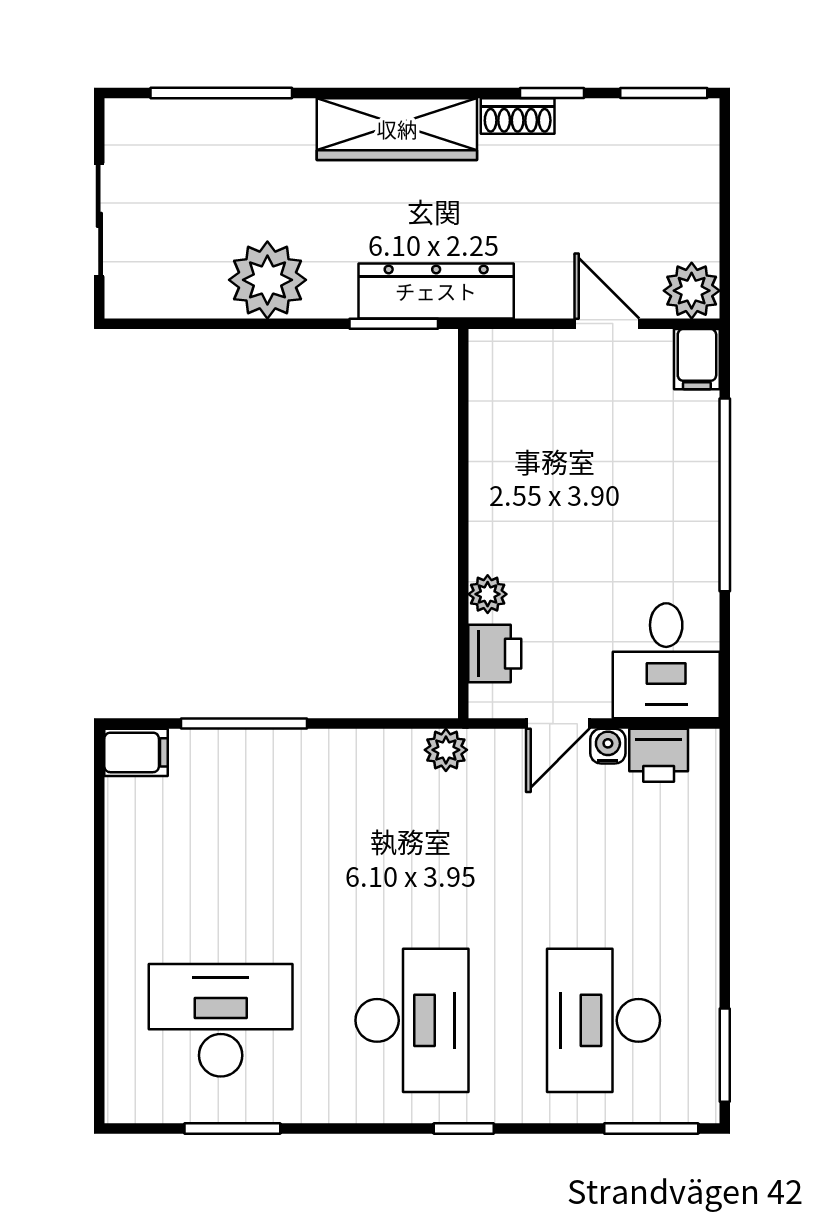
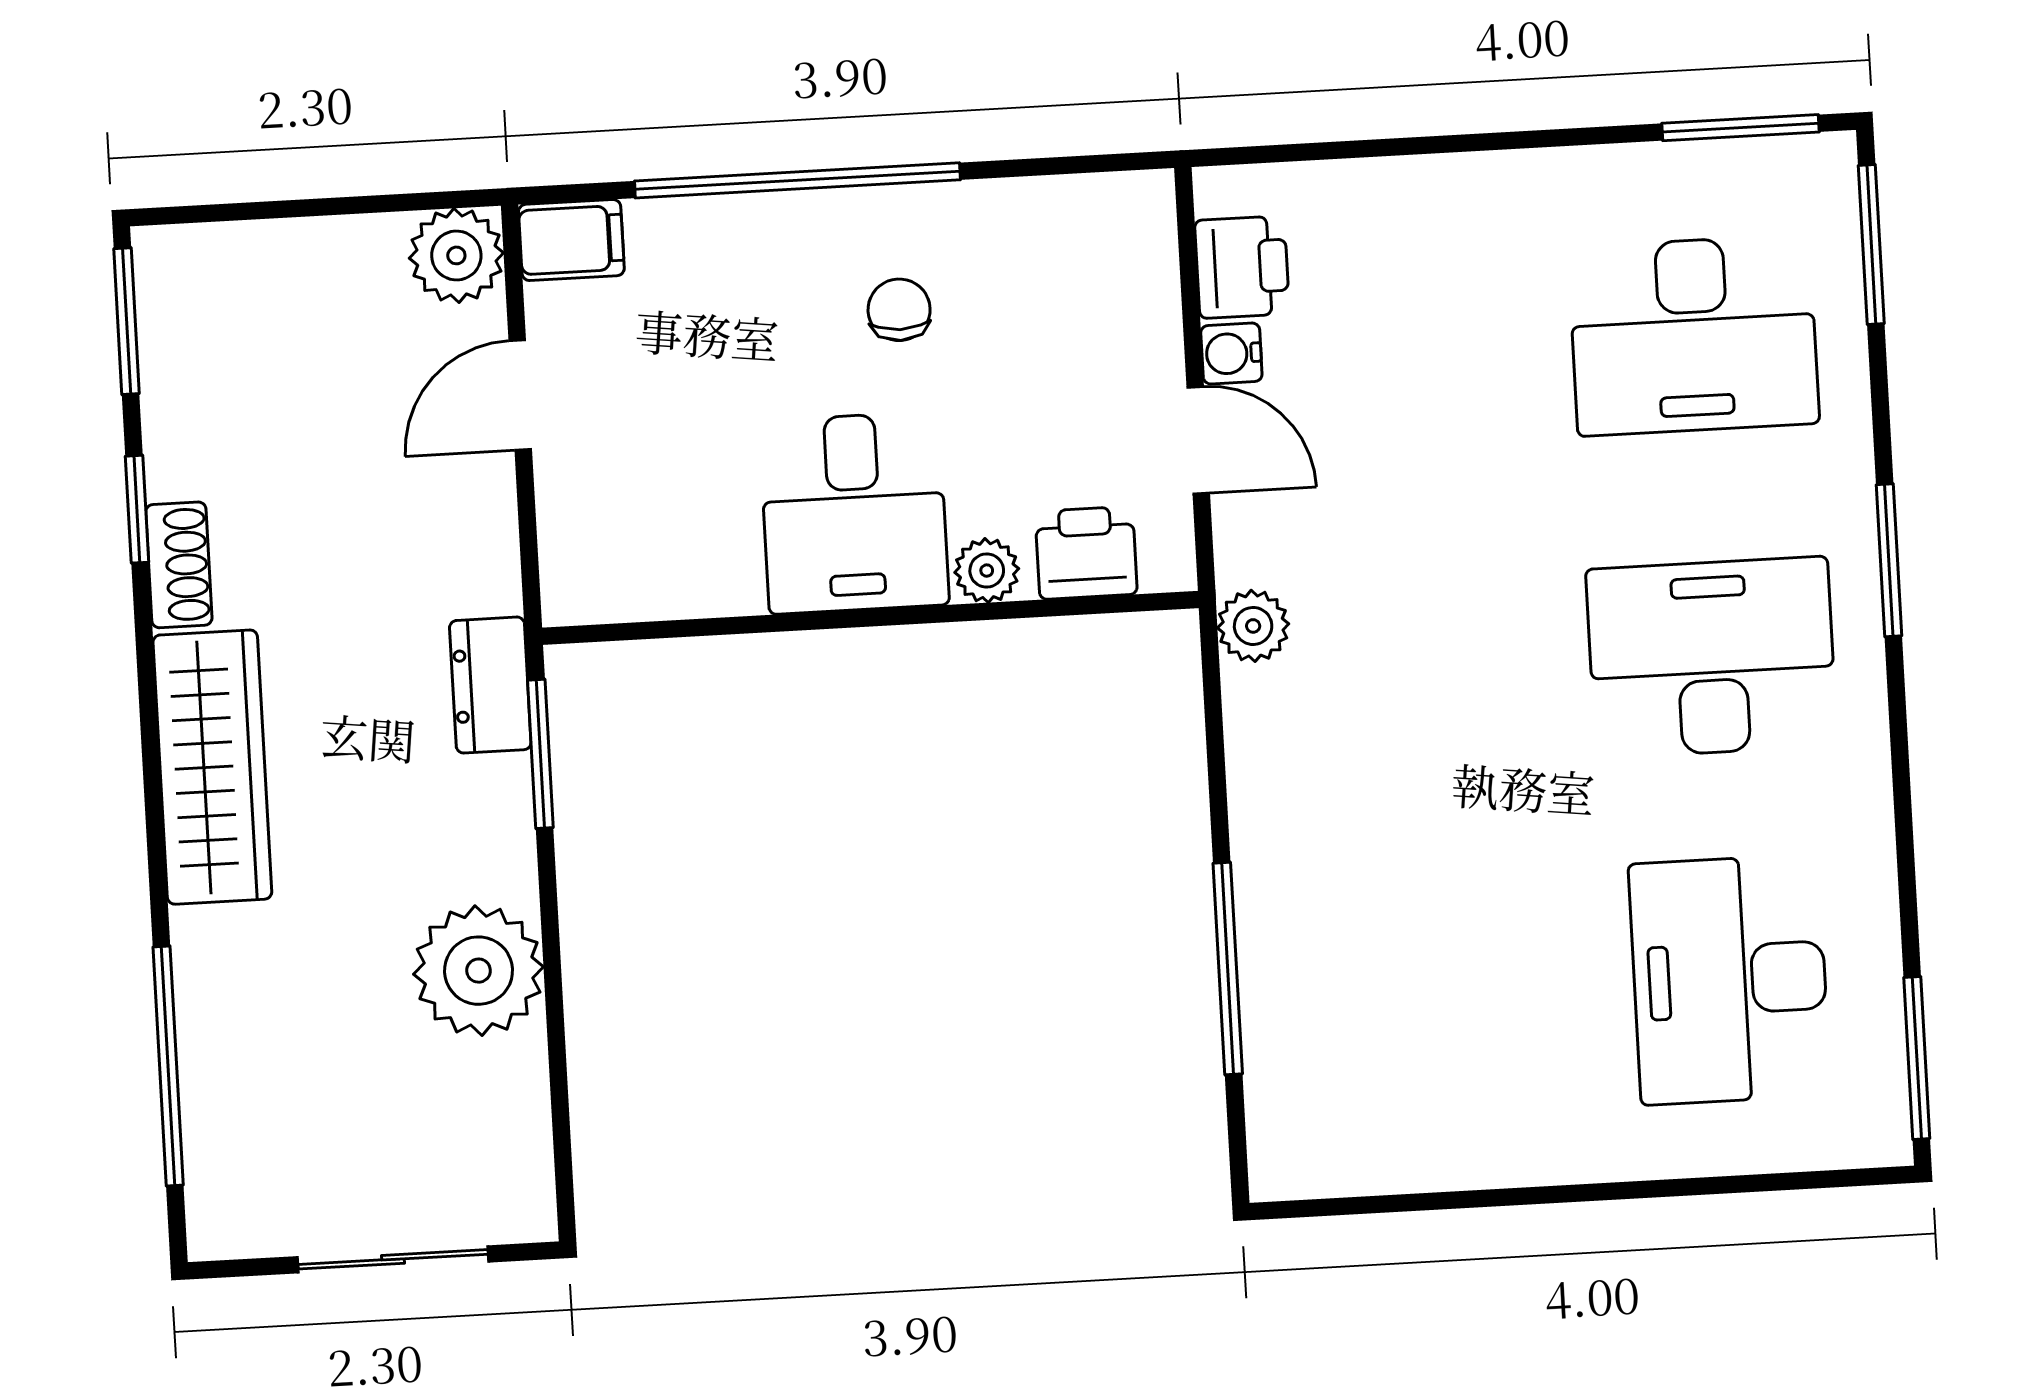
dresser: (436, 291) -> (490, 685), width x0.51, depth x0.80
chair: (645, 551) -> (899, 310), added
desk: (666, 661) -> (854, 513), moved, turned 90
filing cabinet: (136, 752) -> (1286, 1147), removed
window: (232, 1129) -> (1917, 1058), moved
window: (464, 1129) -> (1889, 560), width x1.50

